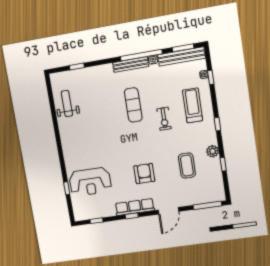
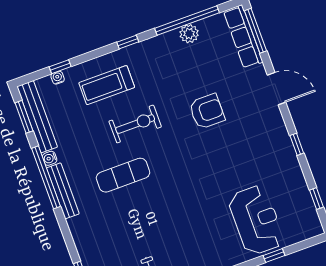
exercise bike: (164, 119) -> (135, 124), width x1.38, depth x1.39
plant: (213, 151) -> (189, 34), moved
window: (223, 164) -> (187, 20), width x3.17
coffee table: (187, 166) -> (200, 75), removed
armchair: (144, 174) -> (207, 111), moved, turned 180
row of seats: (135, 207) -> (243, 37), moved

